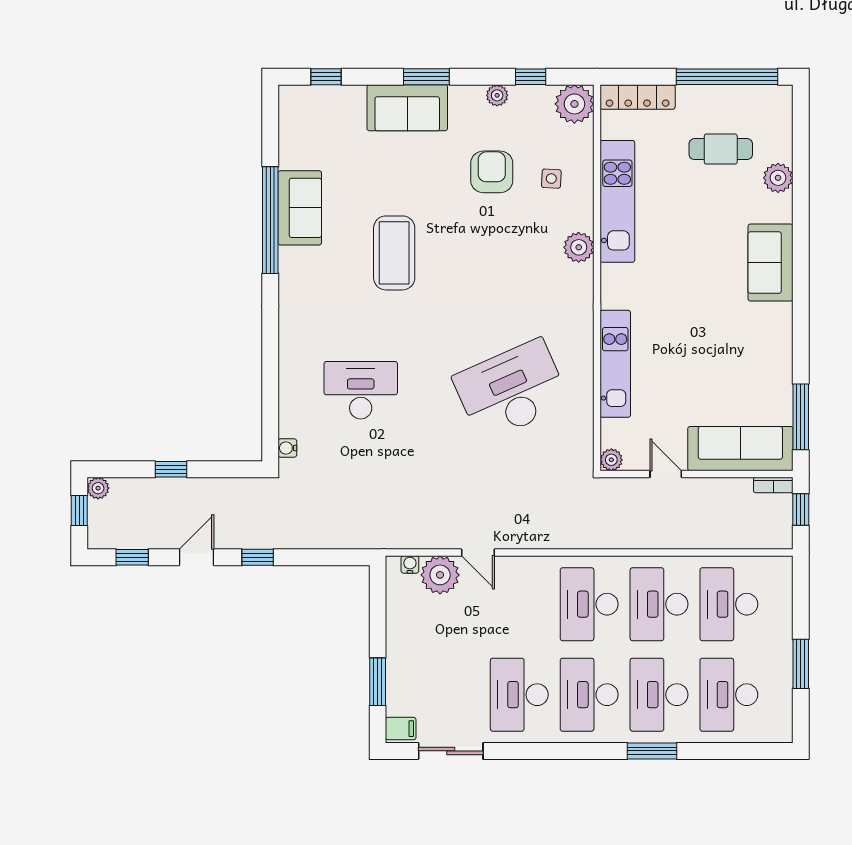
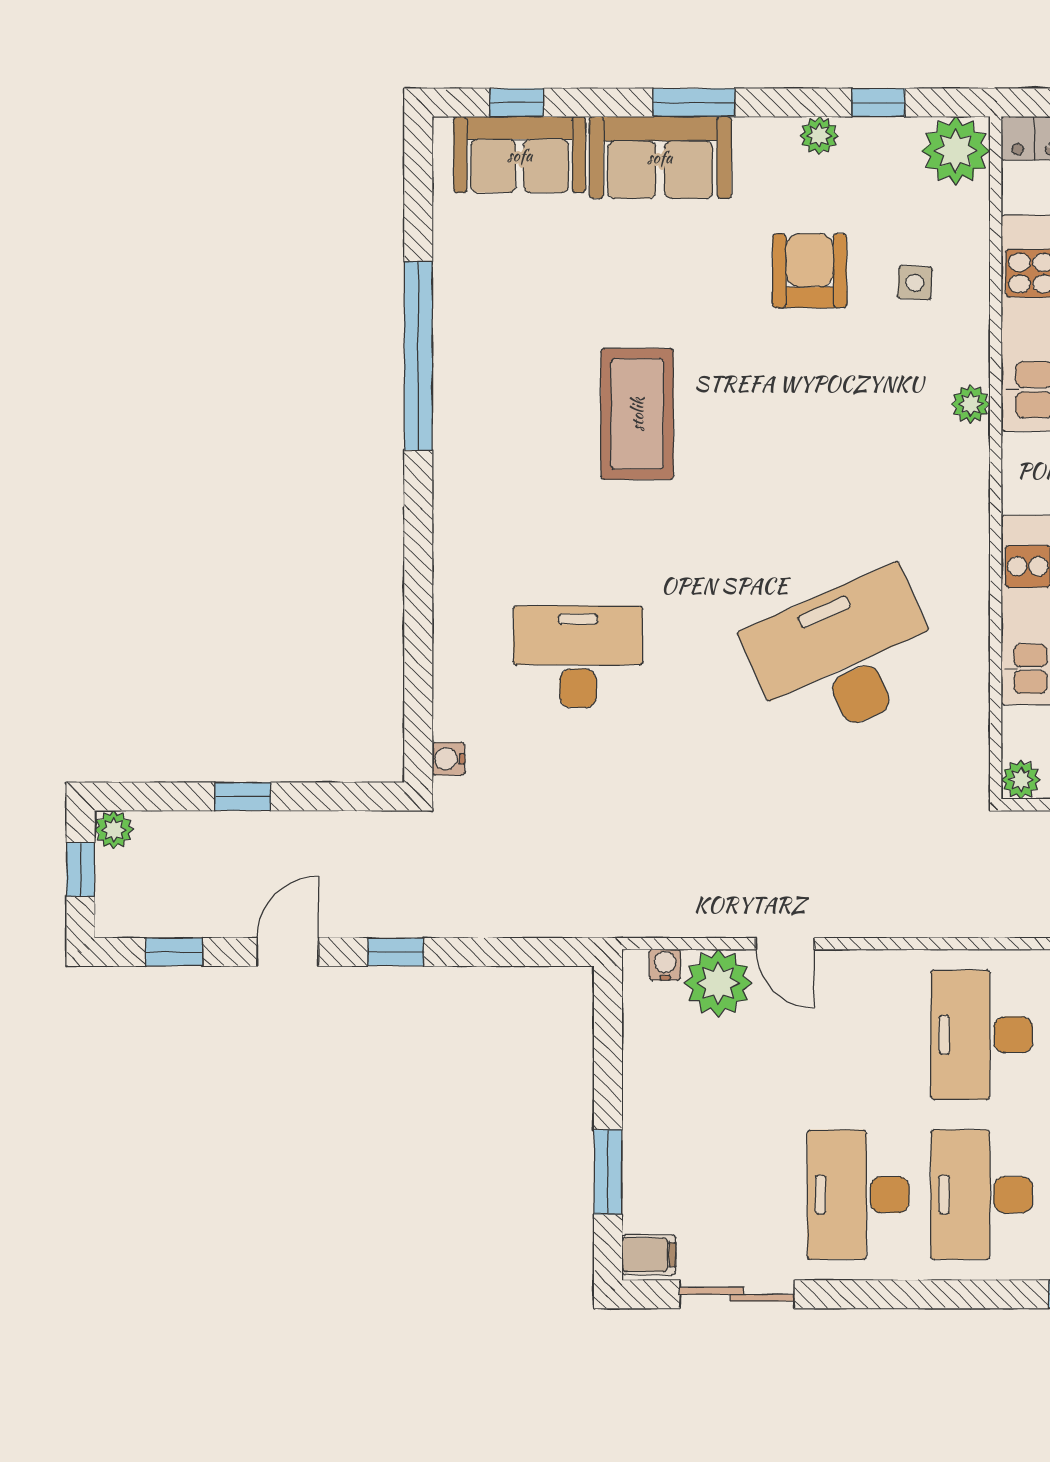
sofa: (300, 208) -> (520, 155), moved, turned 90
plant: (579, 247) -> (971, 404), width x0.73, depth x0.73

